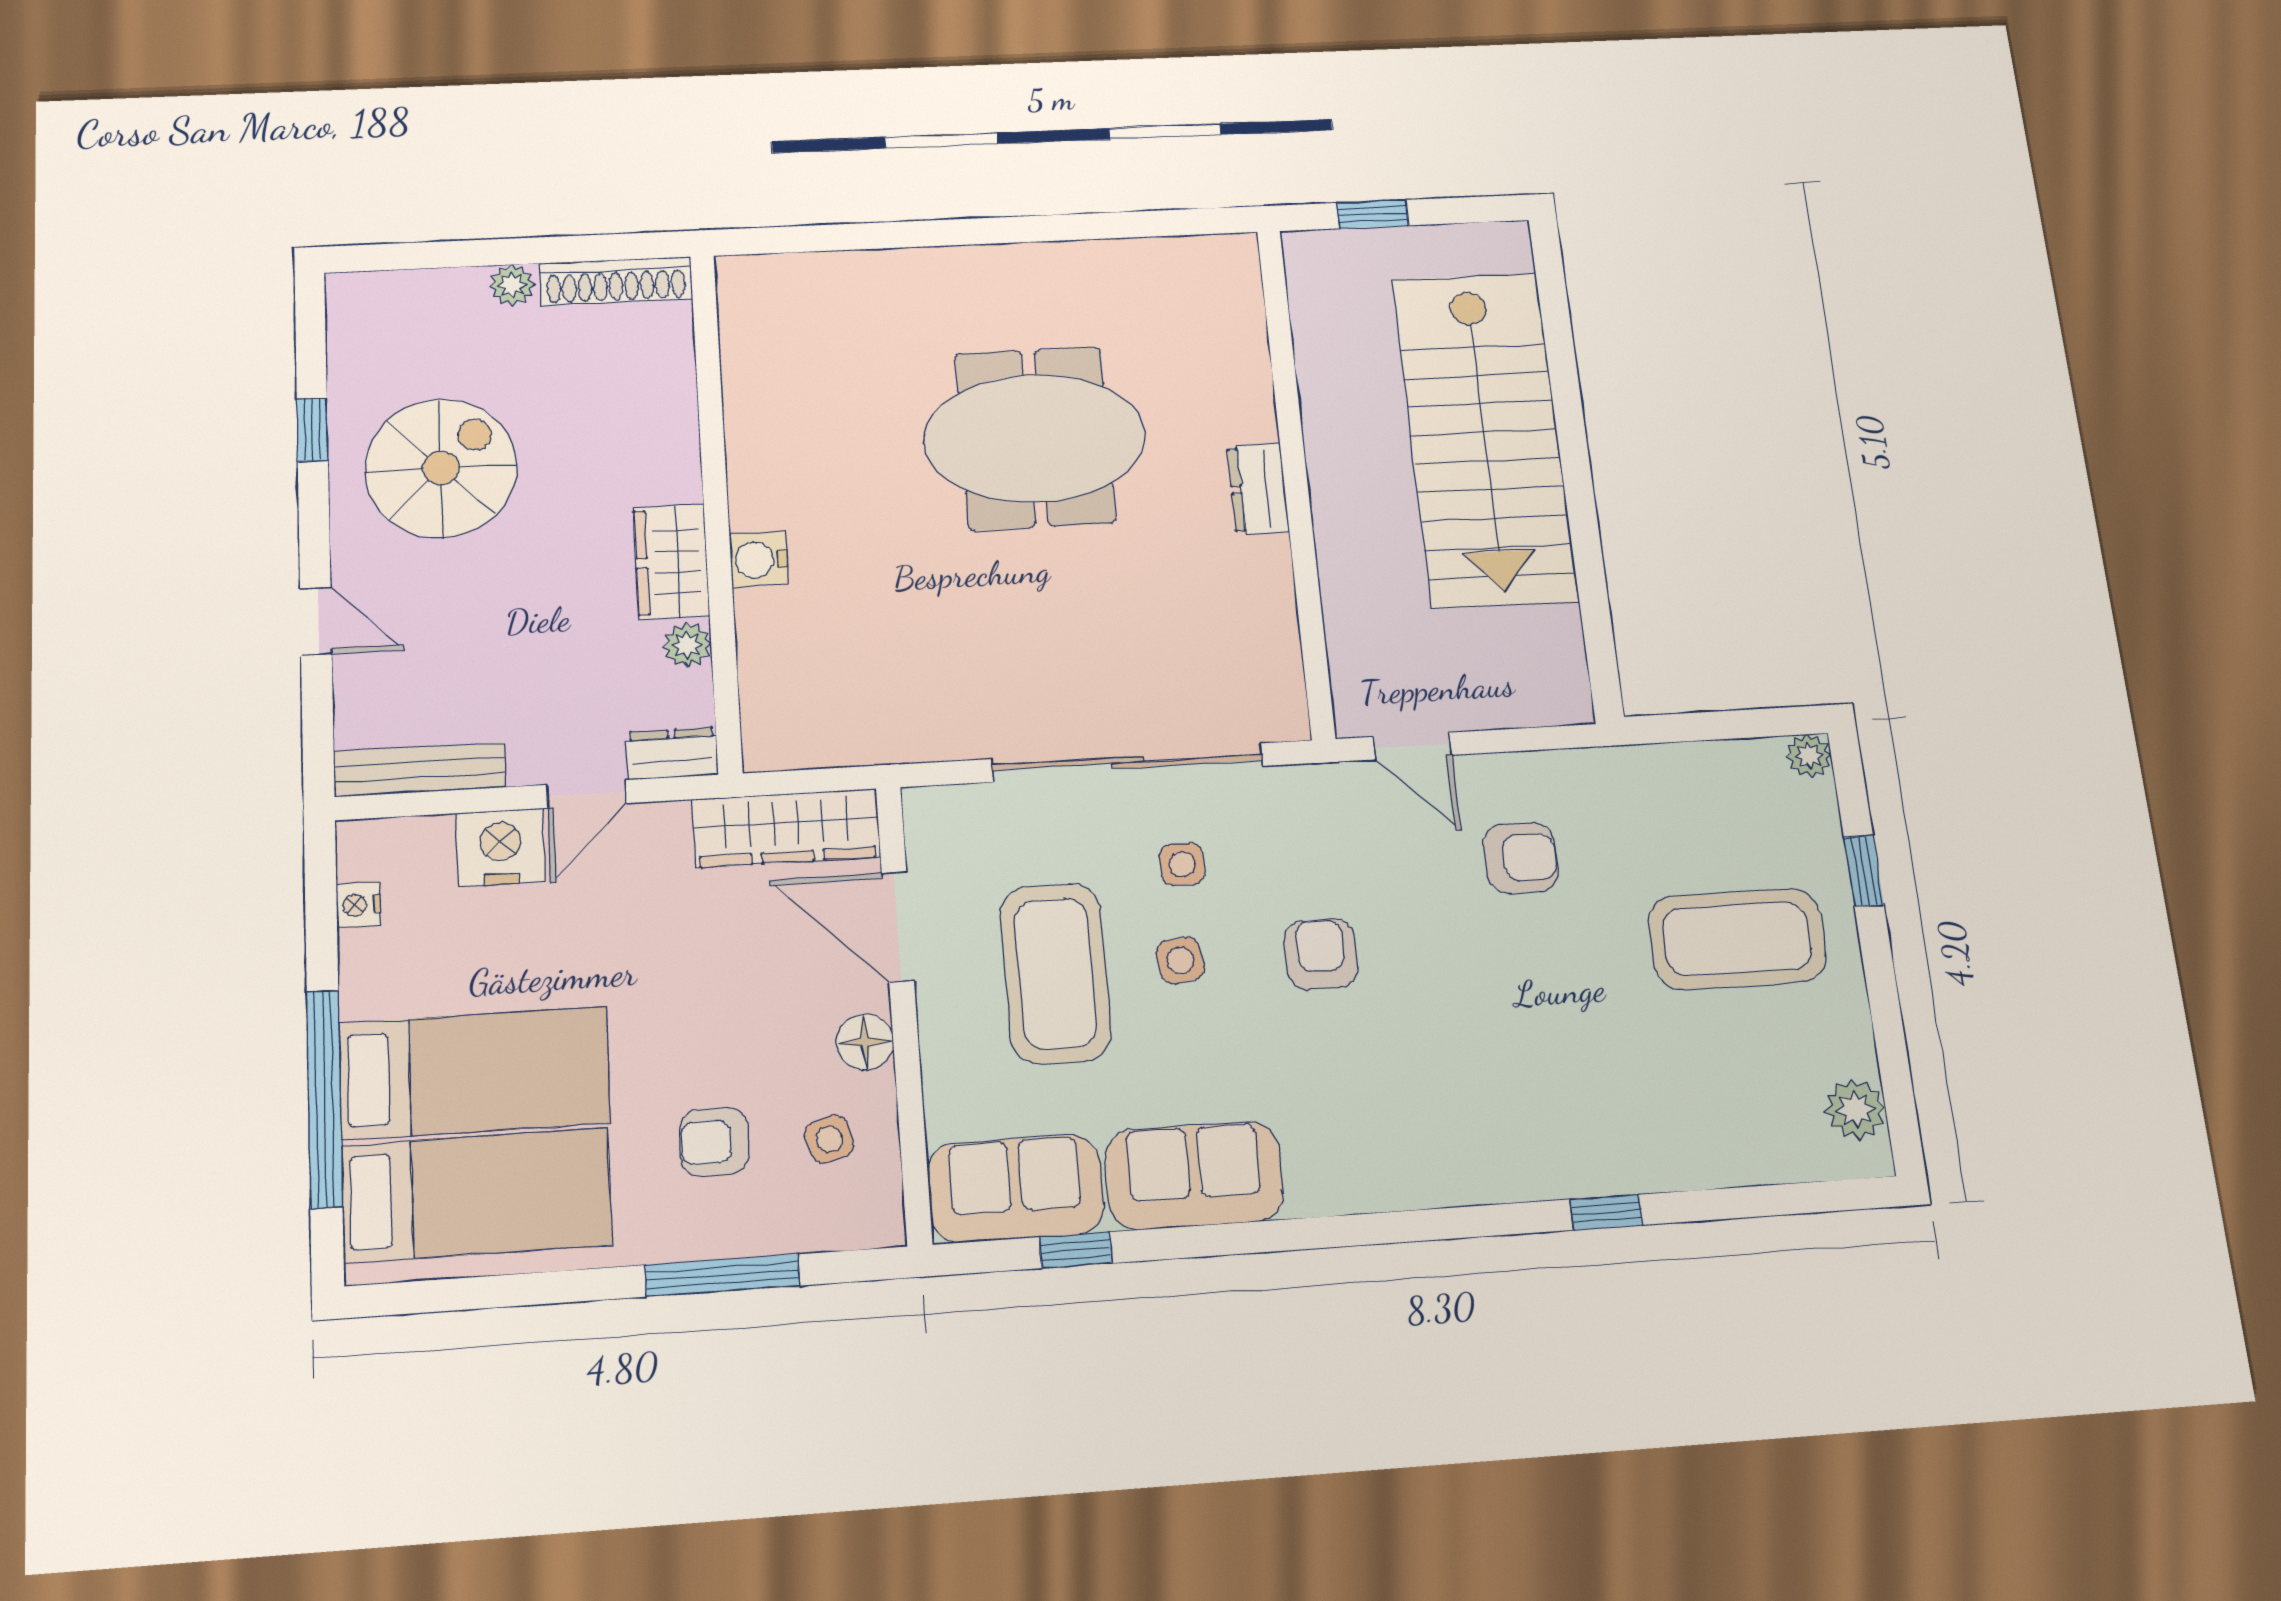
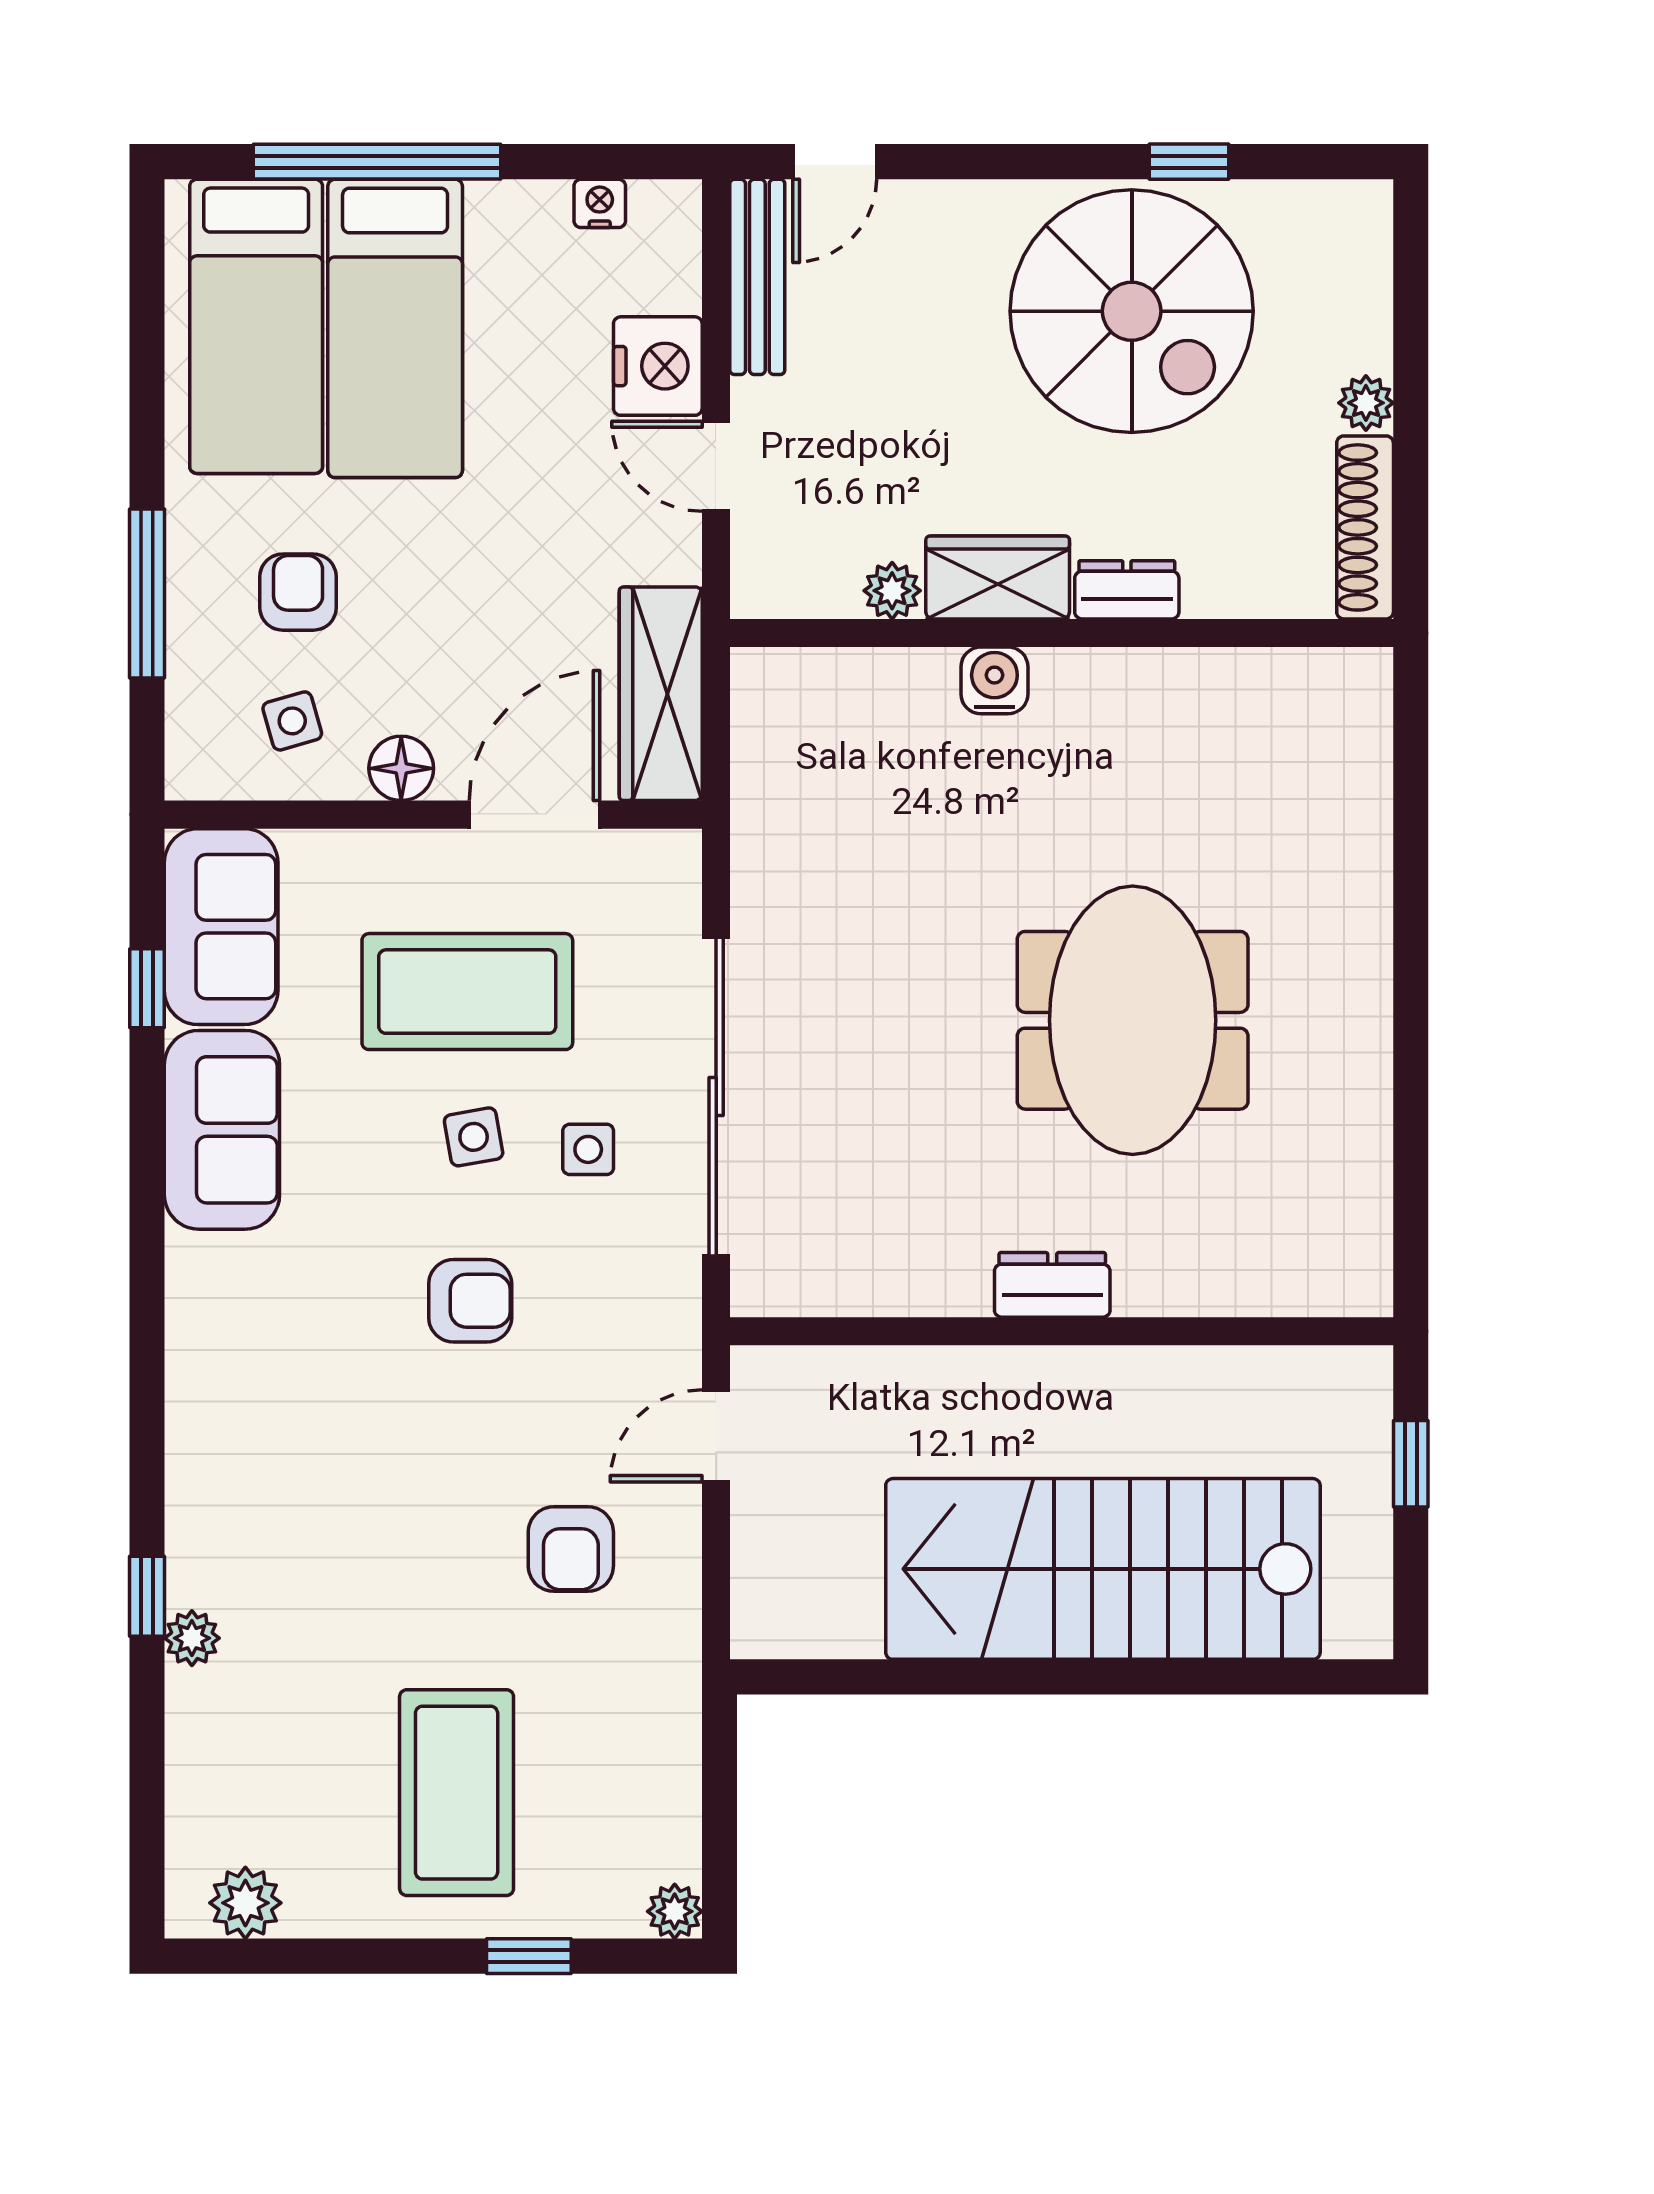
spiral stairs: (441, 468) -> (1132, 311), width x1.37, depth x1.37
door: (316, 621) -> (835, 162), moved
dresser: (672, 754) -> (1127, 590), moved, turned -90
plant: (1637, 1171) -> (192, 1638), added

